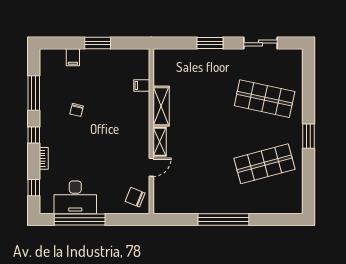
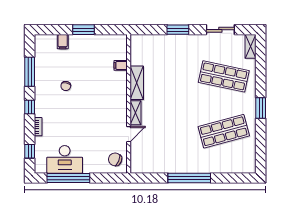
shelving: (296, 63) -> (250, 46), added

